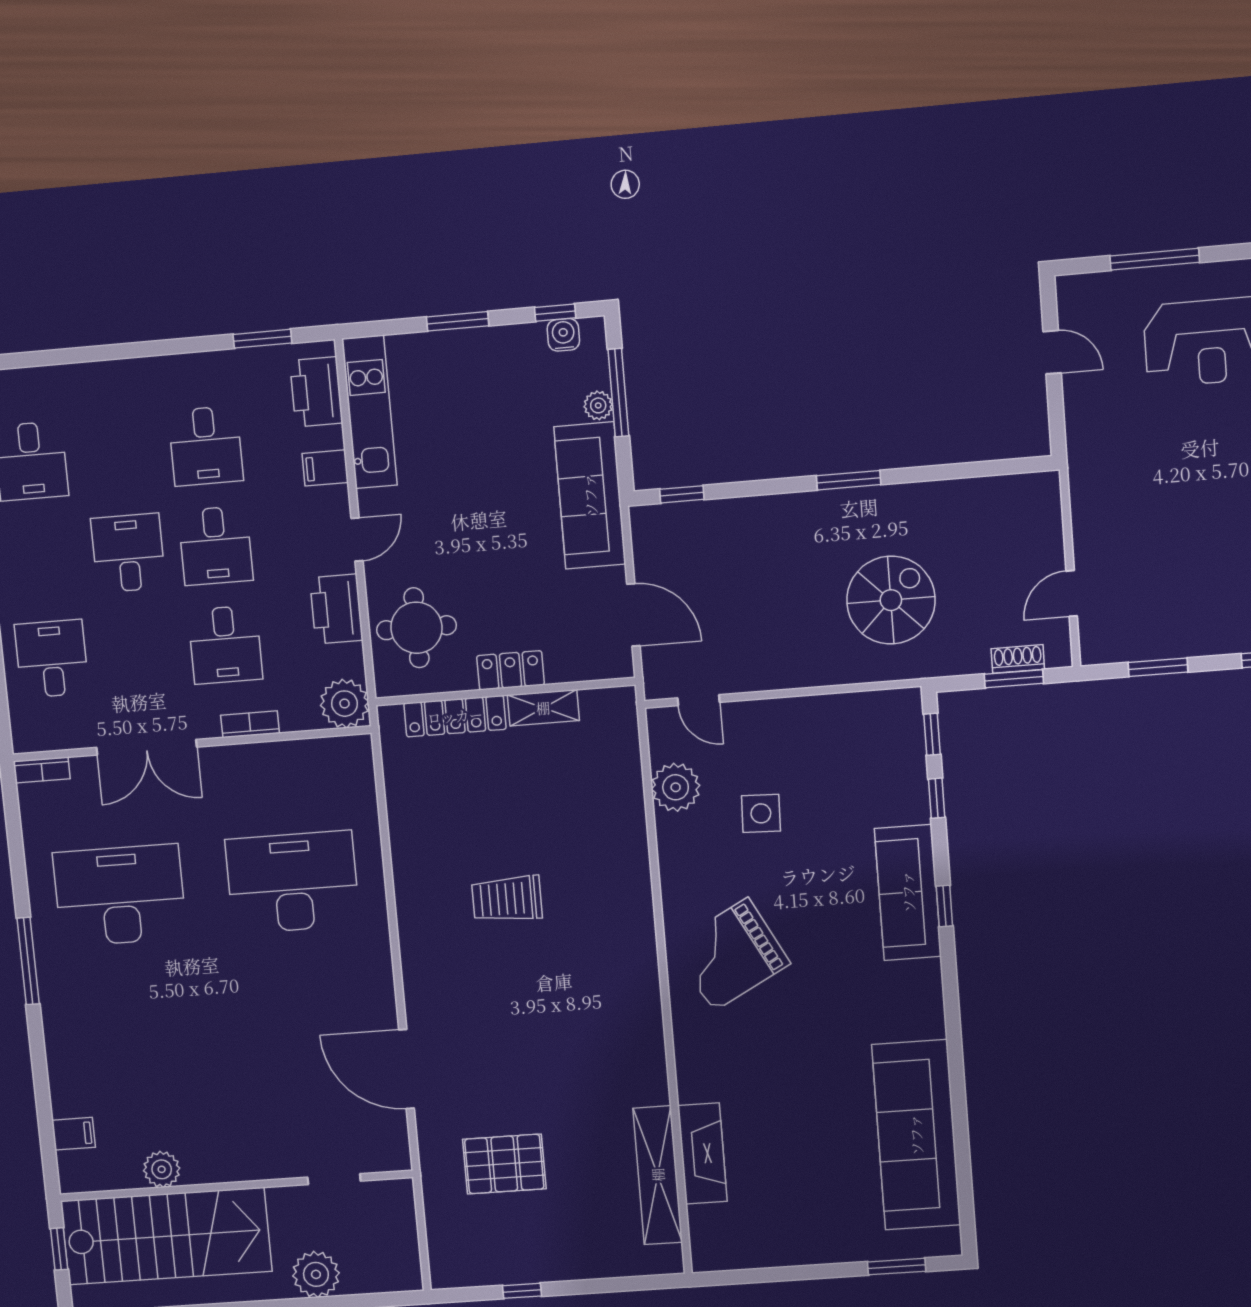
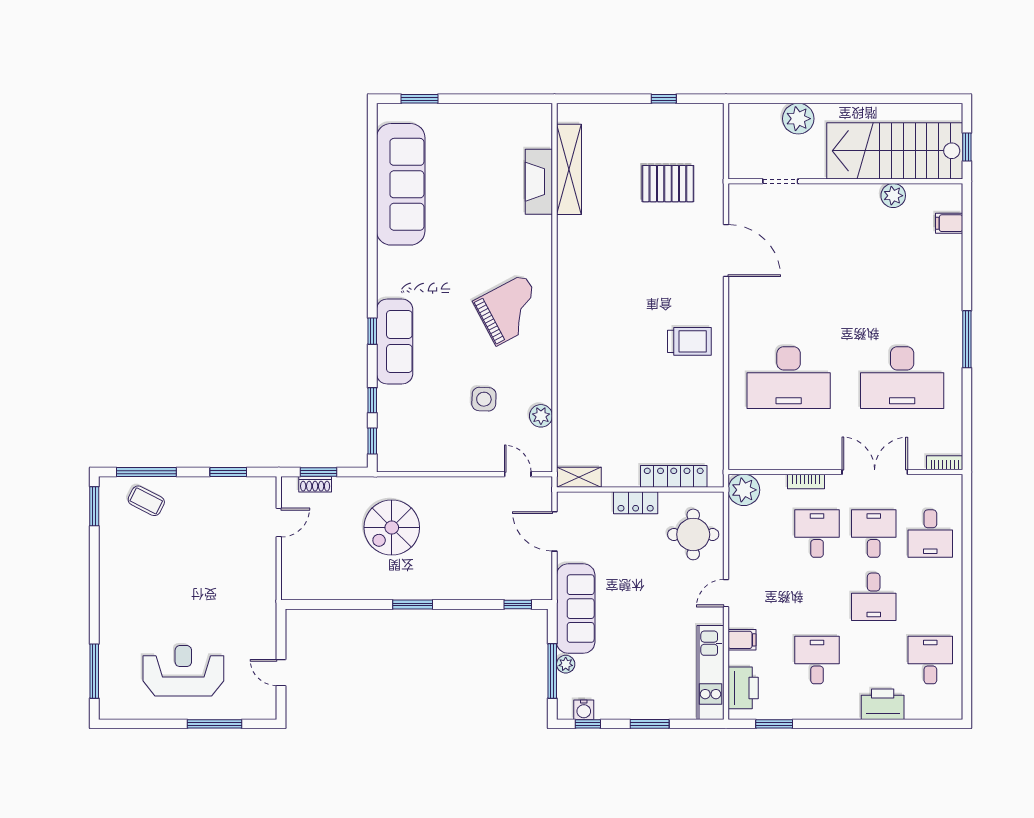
desk: (216, 546) -> (874, 534), moved
printer: (336, 609) -> (883, 704), moved, turned -90
shelving: (543, 708) -> (579, 477), moved
plant: (676, 787) -> (541, 416), width x0.73, depth x0.73
trolley: (507, 899) -> (689, 341), moved

